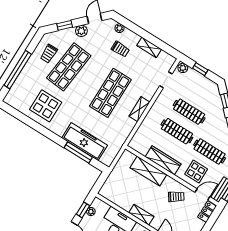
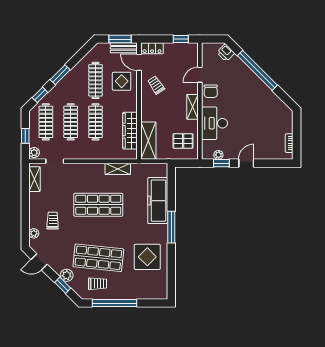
plant: (81, 31) -> (67, 275), moved
shelving: (149, 47) -> (35, 179), moved
window: (18, 70) -> (114, 303), moved
clothes rail: (201, 92) -> (46, 122), added
shelving: (139, 109) -> (118, 169), moved
window: (78, 152) -> (171, 227), moved
wardrobe: (163, 160) -> (130, 131), moved
shelving: (148, 171) -> (148, 141), moved
pallet: (119, 191) -> (183, 141), added

